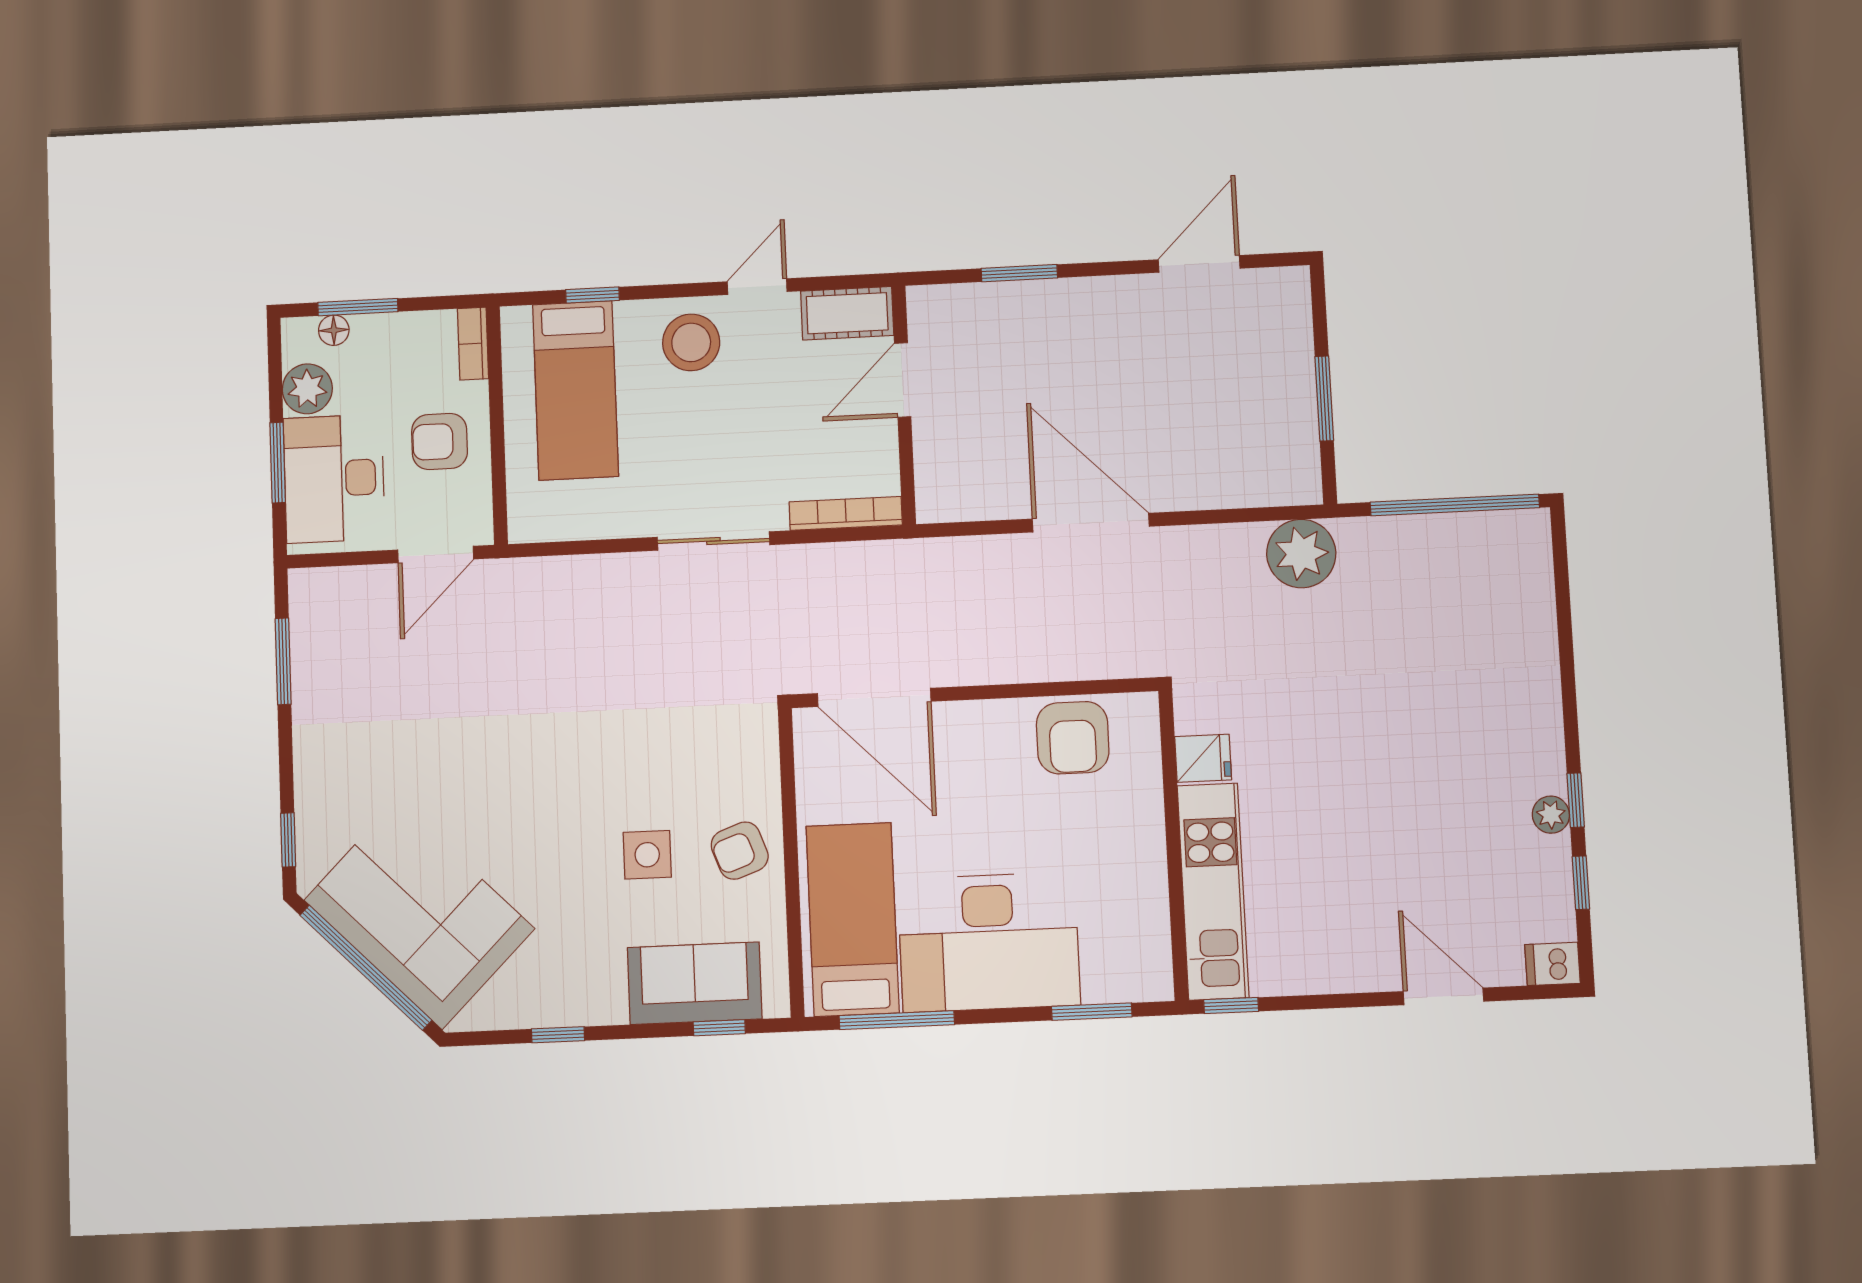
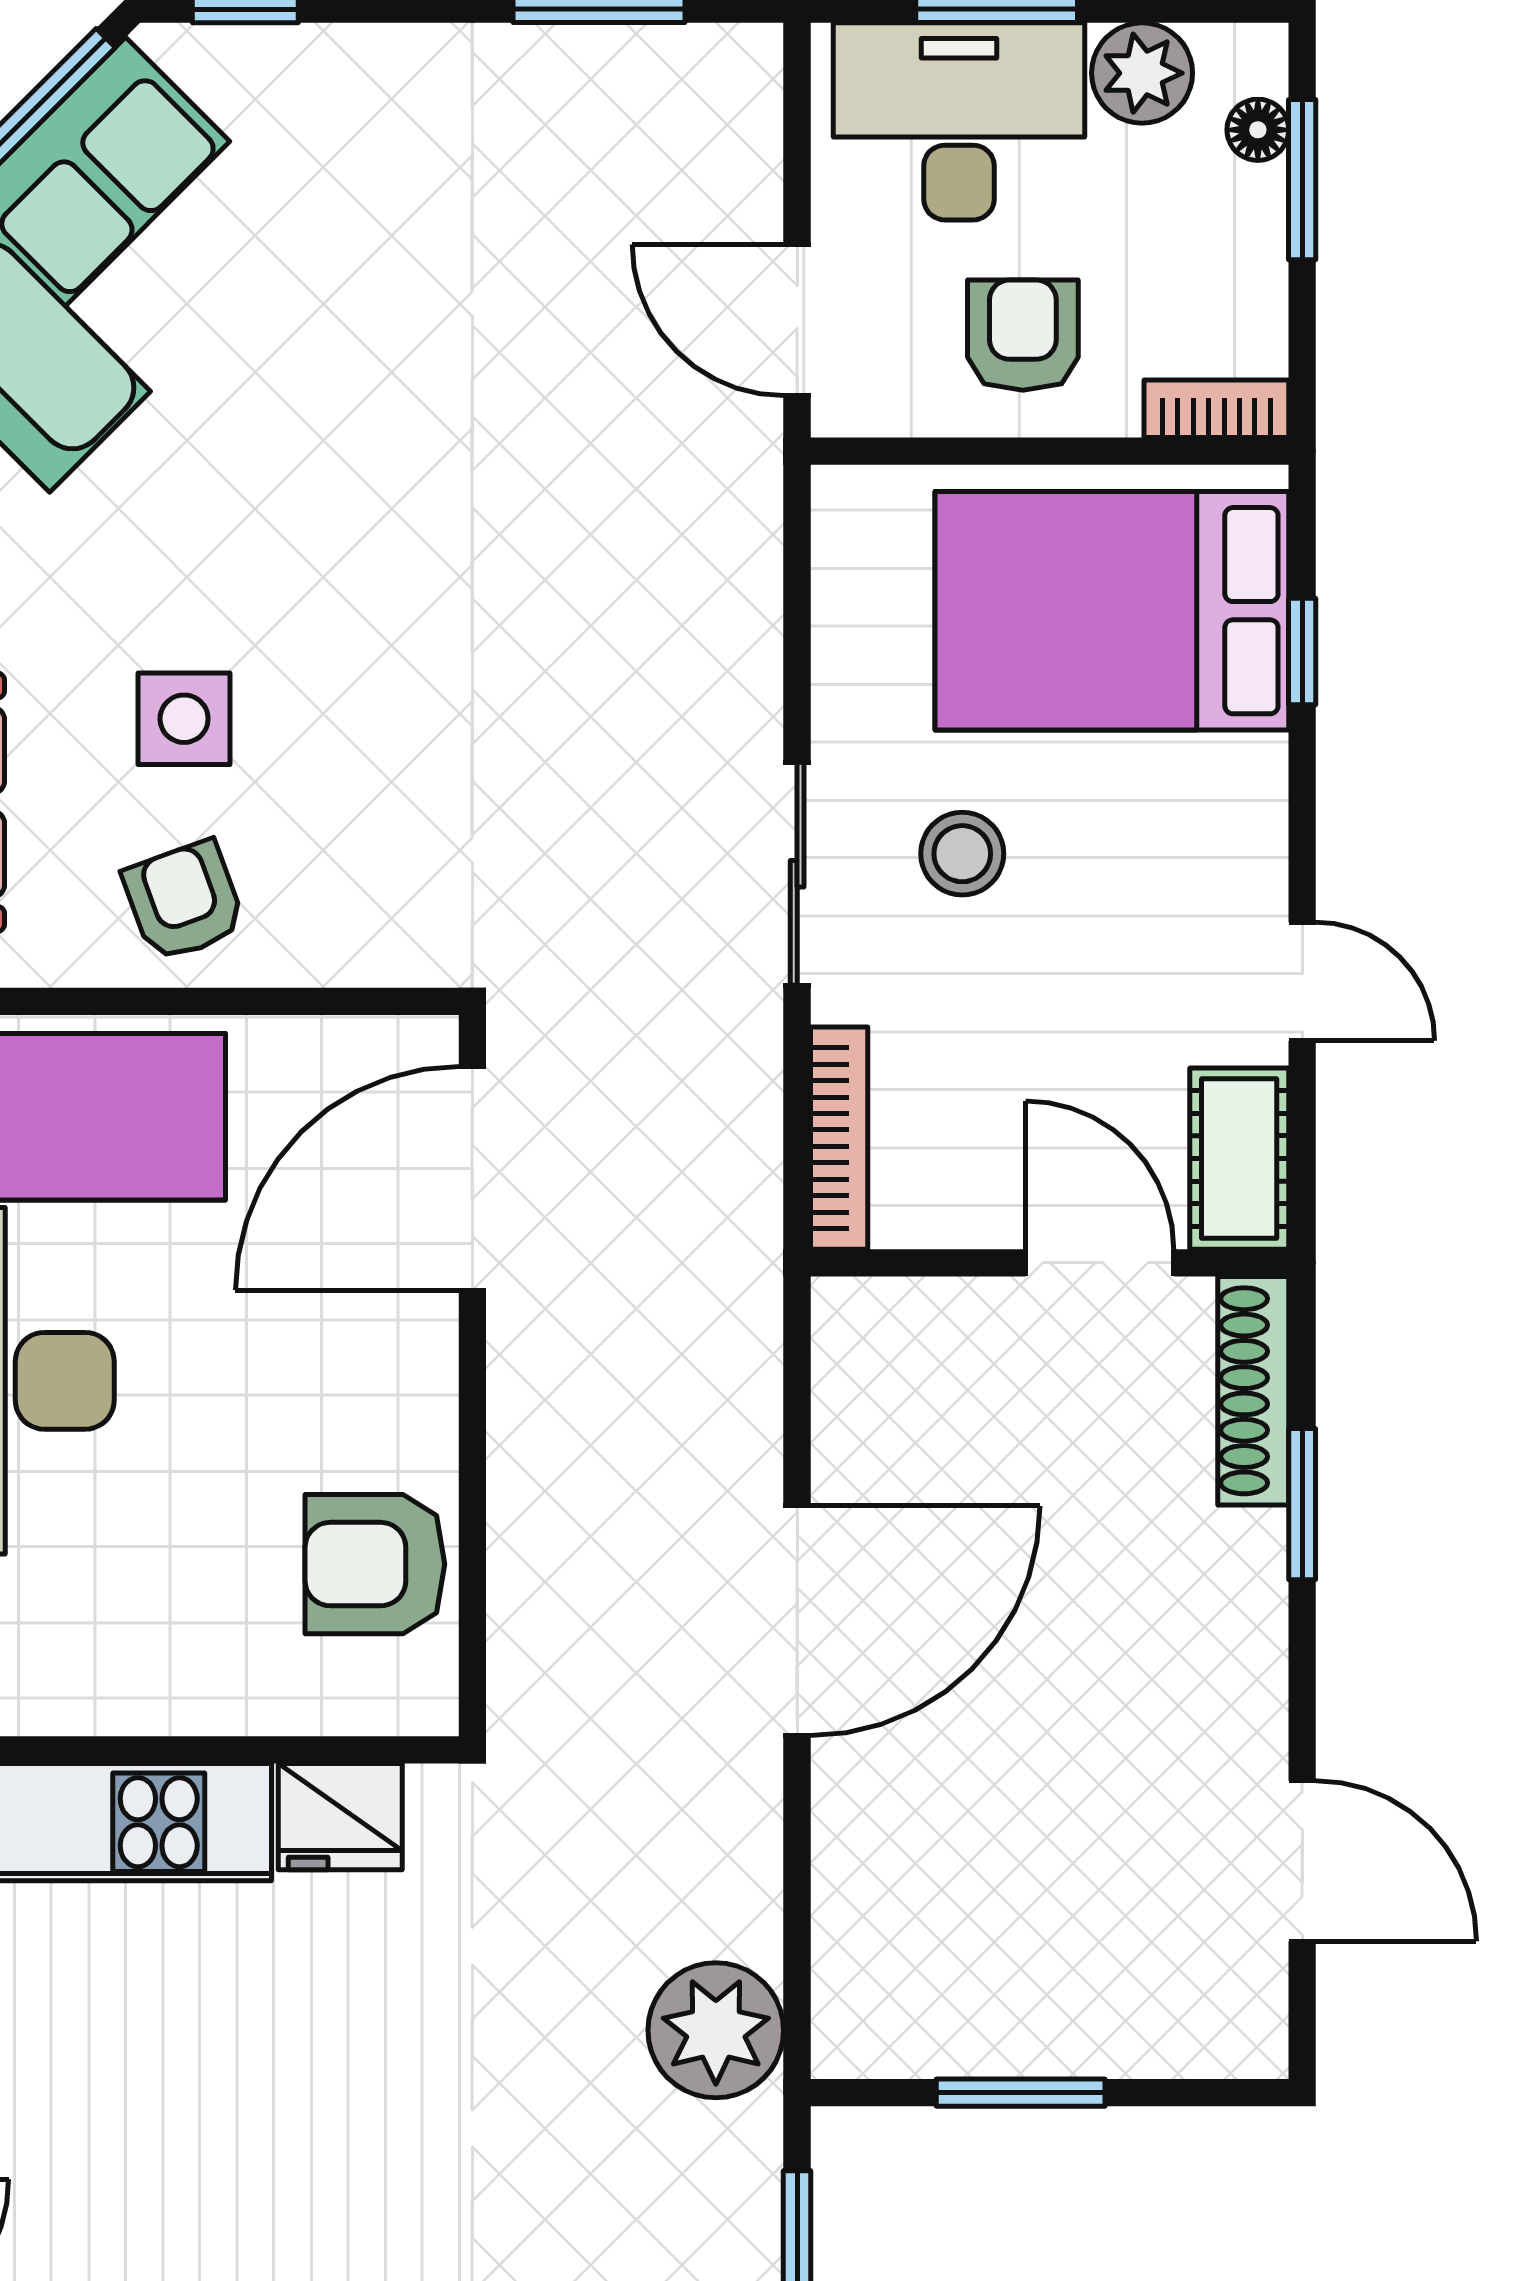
shoe rack: (963, 300) -> (1253, 1391), added
stool: (691, 342) -> (962, 854), moved, width x0.73, depth x0.73
bed: (576, 390) -> (1112, 611), width x1.50
fridge: (1203, 758) -> (340, 1817), width x1.38

